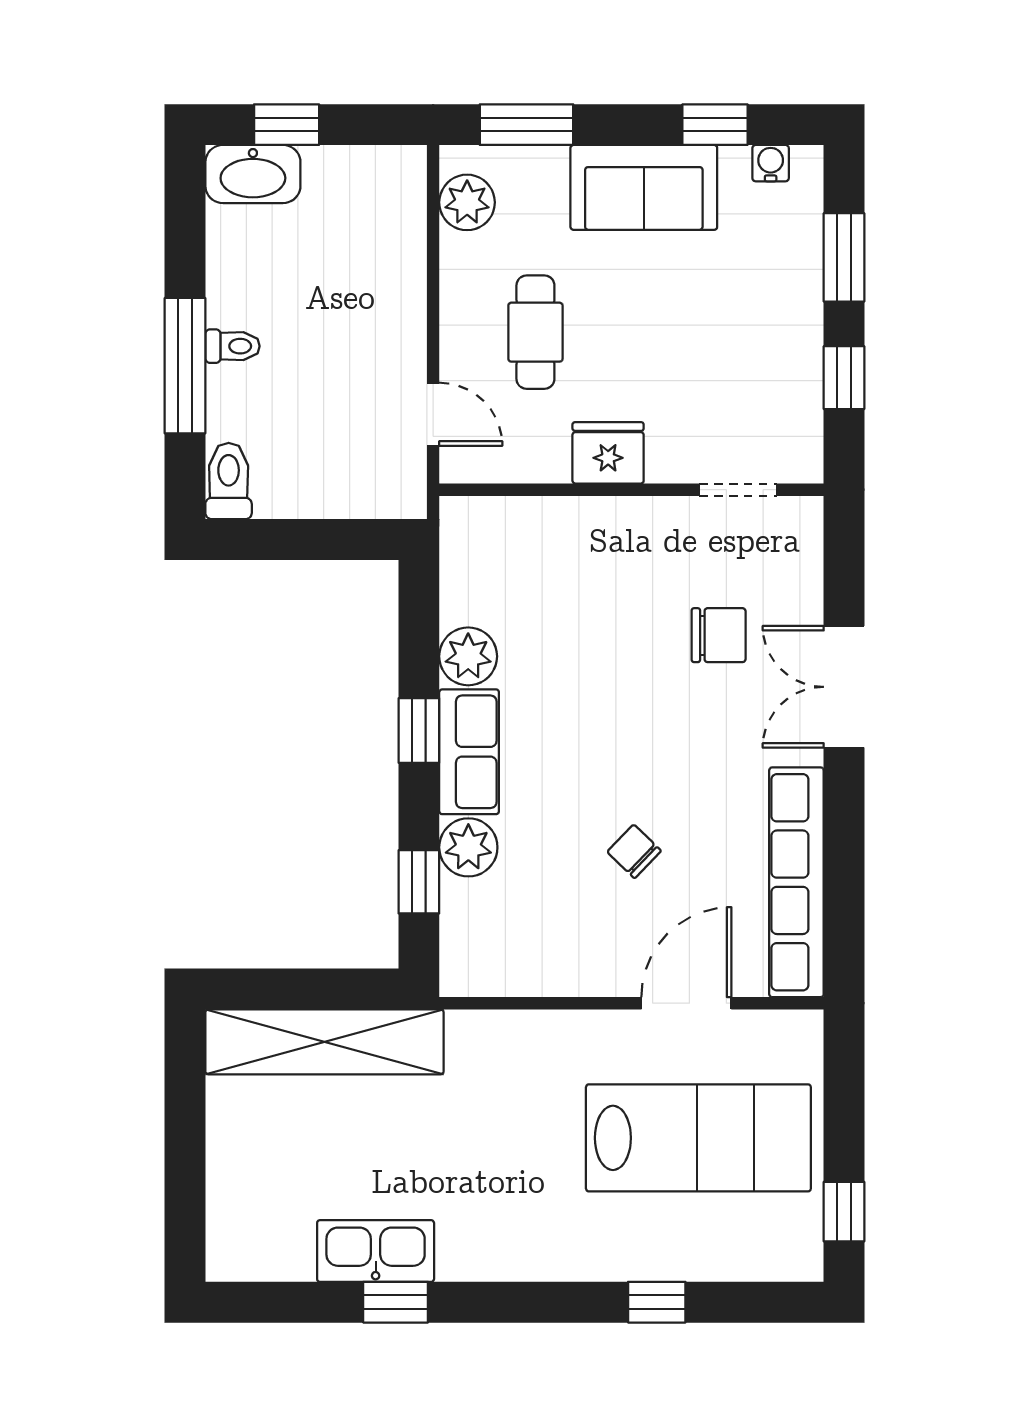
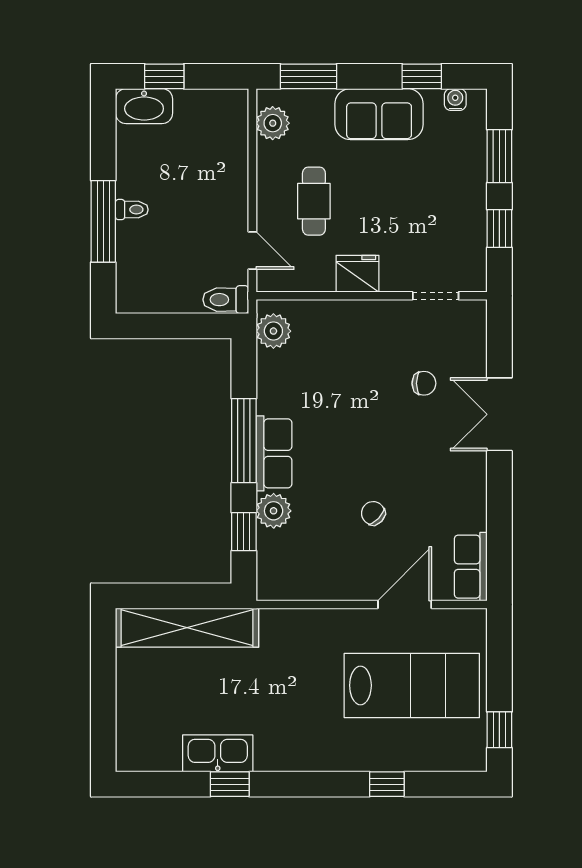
toilet: (229, 481) -> (226, 300), moved, turned -90
chair: (719, 635) -> (424, 383), width x0.73, depth x0.73
plant: (468, 656) -> (273, 331), moved
window: (419, 730) -> (244, 441), width x2.17
row of seats: (796, 882) -> (471, 567), width x0.50

